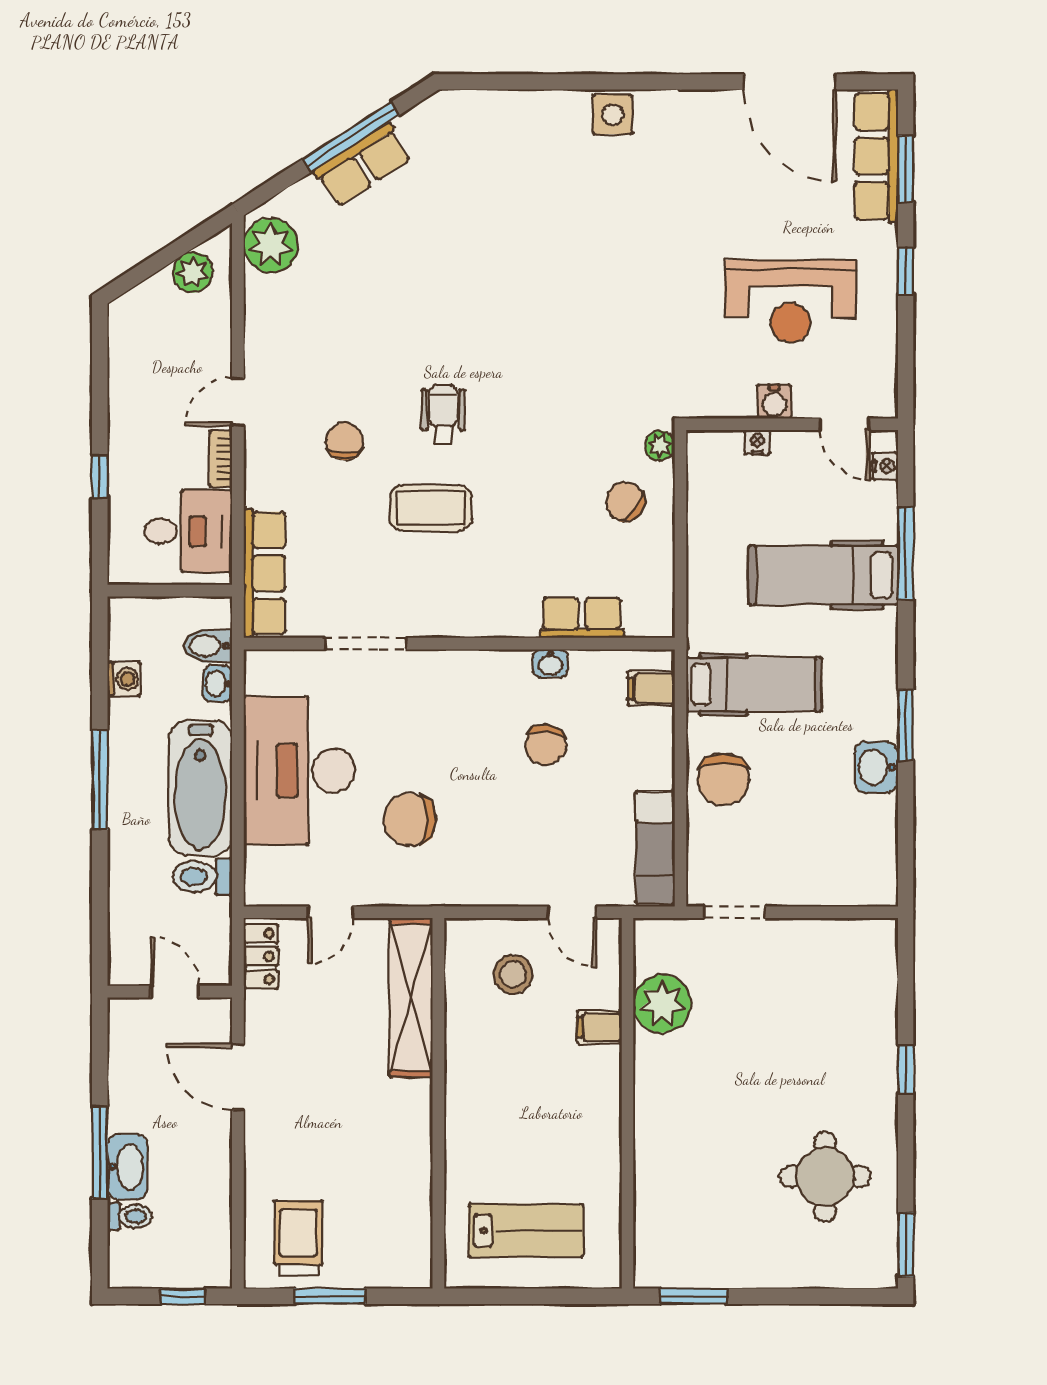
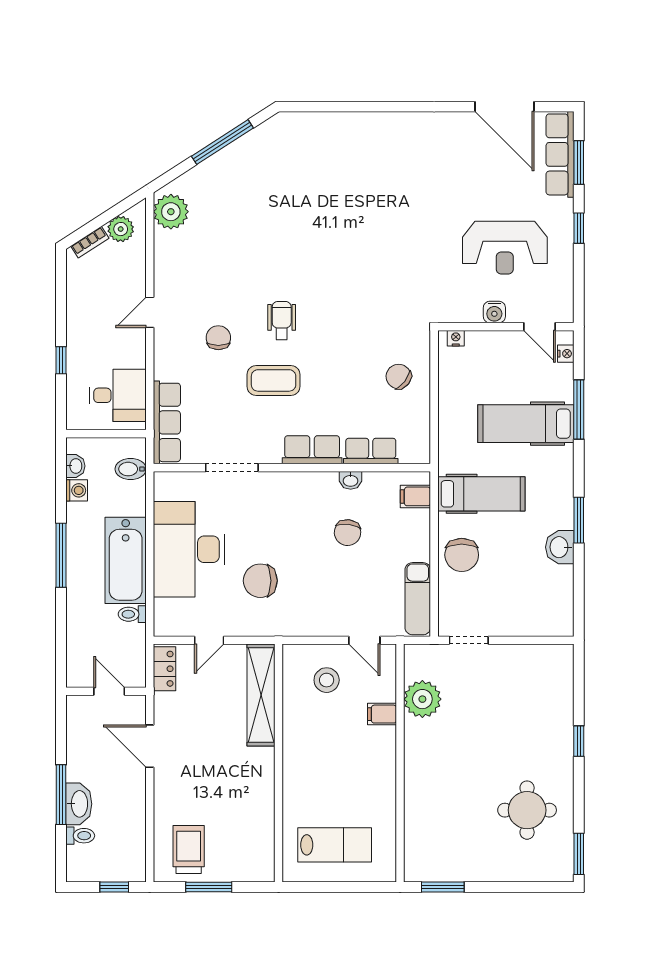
side table: (613, 114) -> (391, 128), removed
row of seats: (363, 165) -> (312, 450), moved, turned -147
nightstand: (757, 442) -> (456, 338), moved
plant: (660, 446) -> (421, 340), removed
bookcase: (221, 459) -> (90, 242), moved, turned -123
washbasin: (217, 684) -> (75, 466), moved, turned 180
toilet: (202, 877) -> (132, 614), width x0.73, depth x0.72

